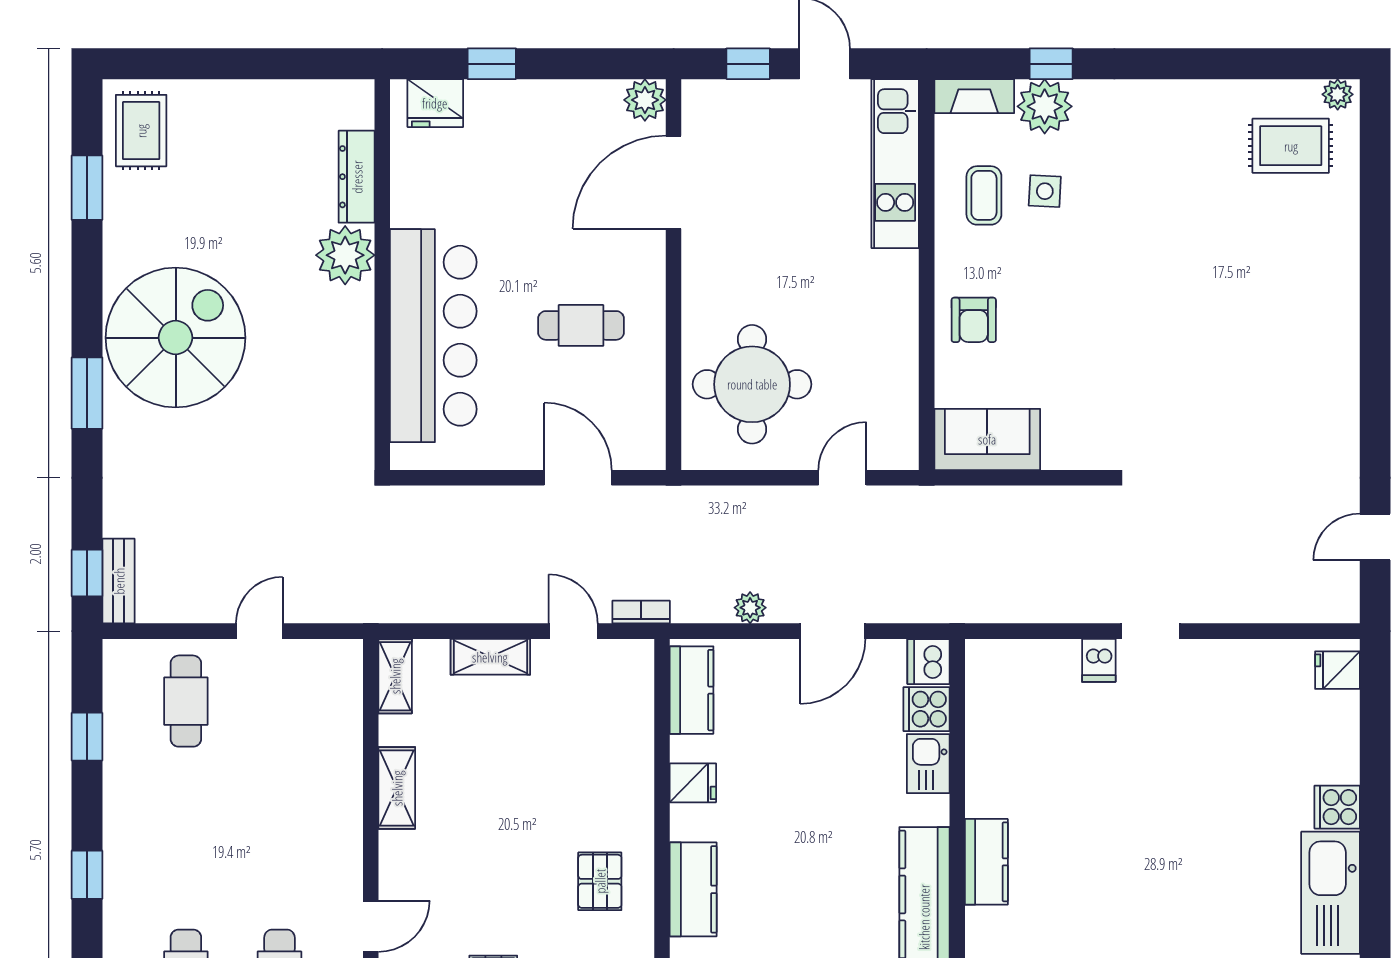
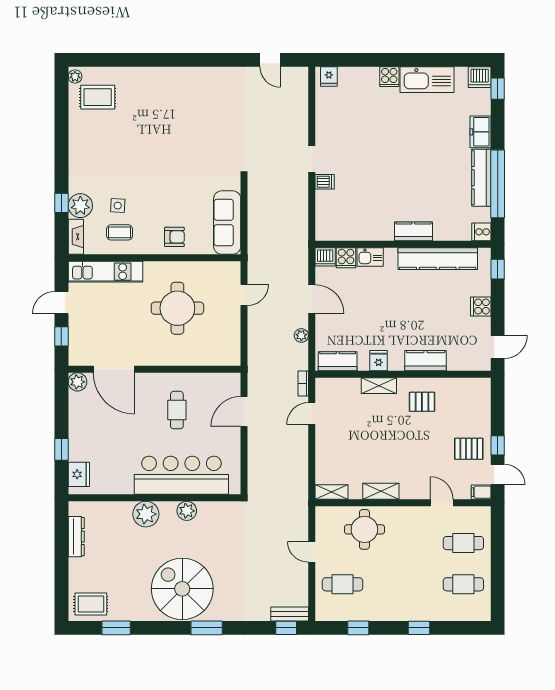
rug: (1291, 146) -> (98, 97), turned 90
dresser: (357, 177) -> (76, 537), moved, turned -90
plant: (353, 348) -> (187, 511), added
round table: (752, 384) -> (177, 308), moved
sofa: (987, 439) -> (227, 223), width x1.36
door: (842, 478) -> (244, 295), swing flipped
shelving: (490, 657) -> (379, 386), moved, turned 90
round table: (310, 751) -> (364, 529), added

